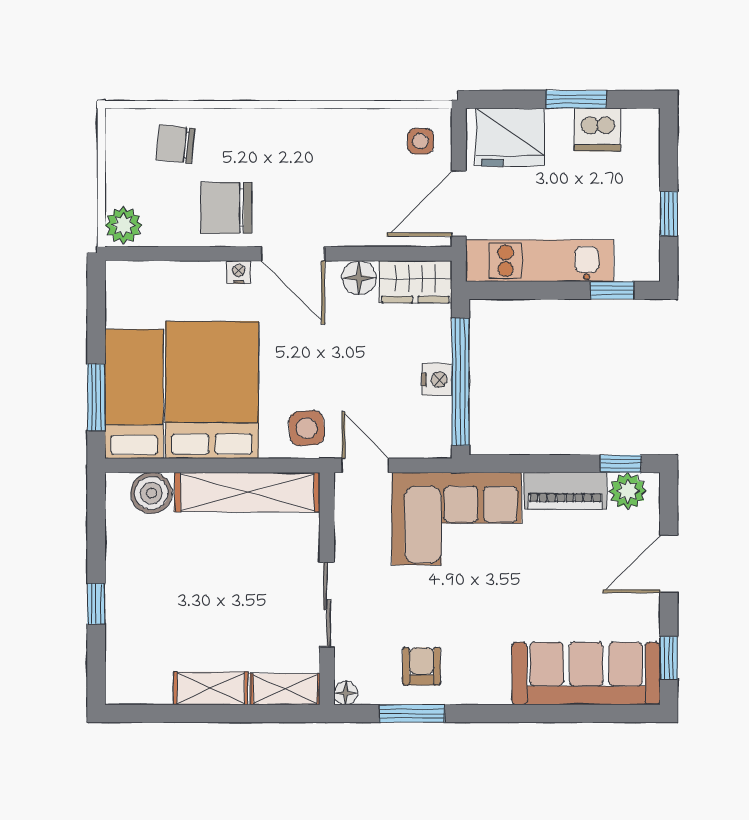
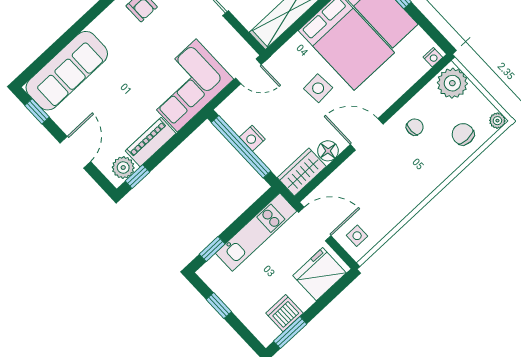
window: (576, 99) -> (290, 333), moved
plant: (118, 121) -> (497, 121), added
chair: (175, 144) -> (463, 134), turned -96
door: (459, 204) -> (315, 224), hinge flipped
chair: (226, 208) -> (415, 127), width x0.54, depth x0.54
plant: (123, 225) -> (452, 83), width x1.36, depth x1.36
nightstand: (239, 272) -> (433, 57), moved
side table: (307, 428) -> (318, 88), moved

